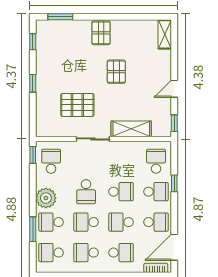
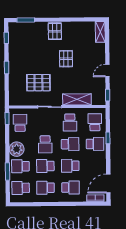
school desk: (156, 222) -> (70, 122), moved, turned 90

